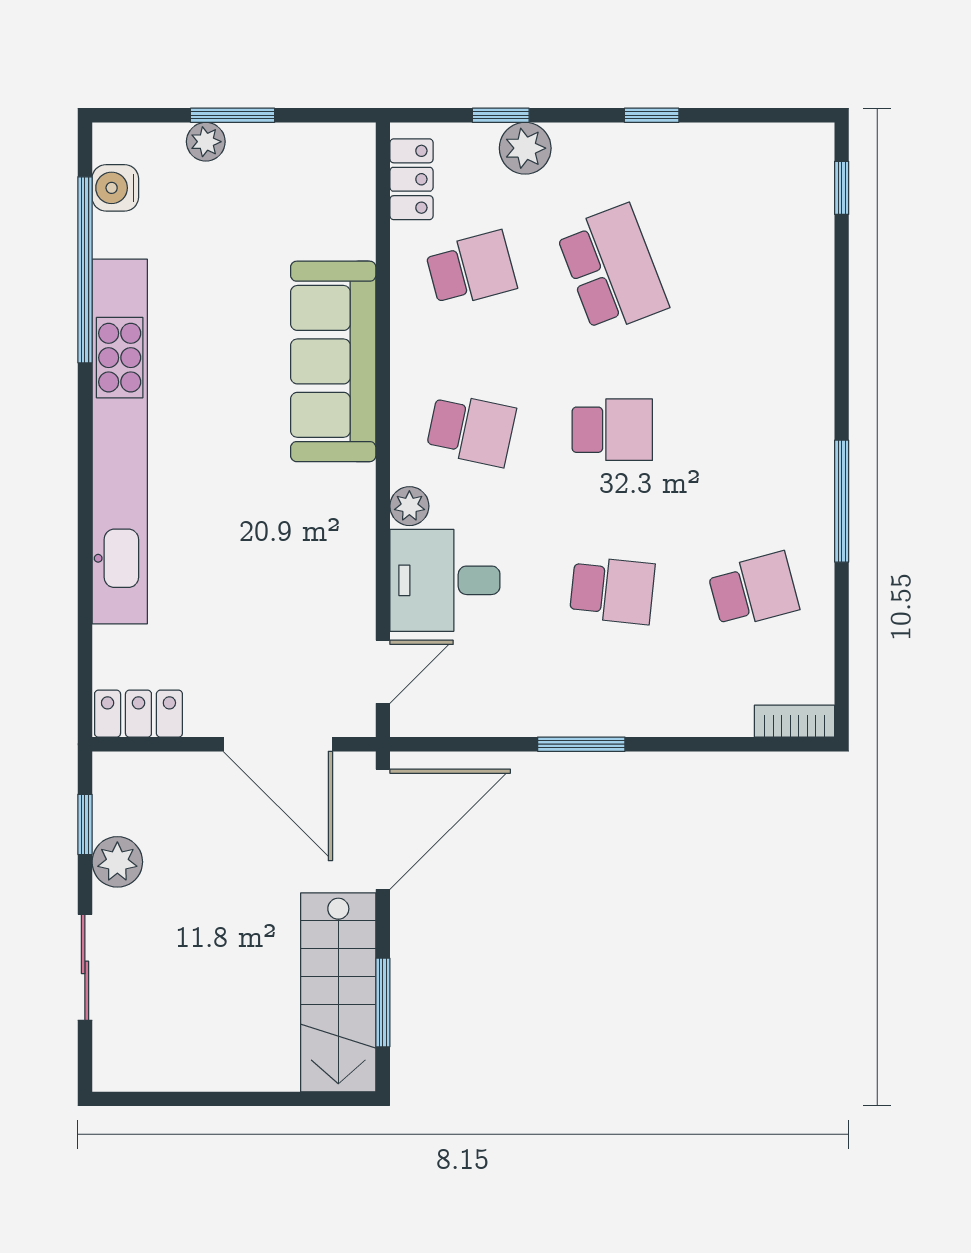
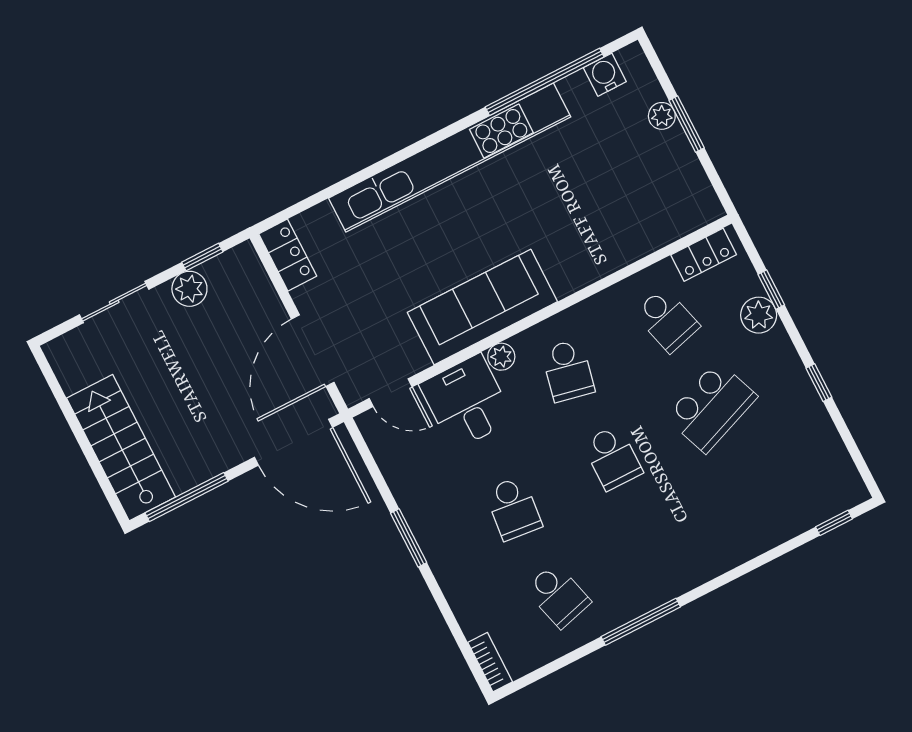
sofa: (333, 361) -> (482, 307), moved
stairs: (338, 992) -> (121, 448), moved, turned 90
window: (383, 1003) -> (187, 497), width x1.44

